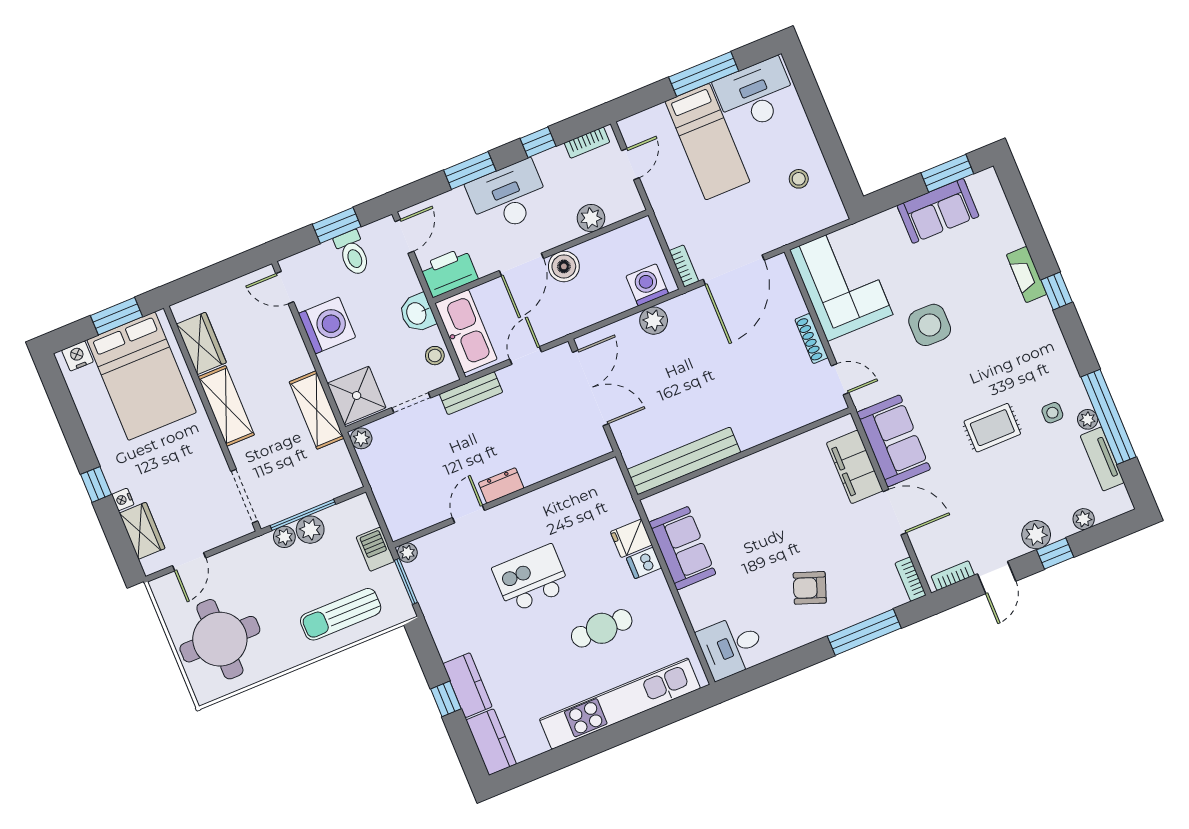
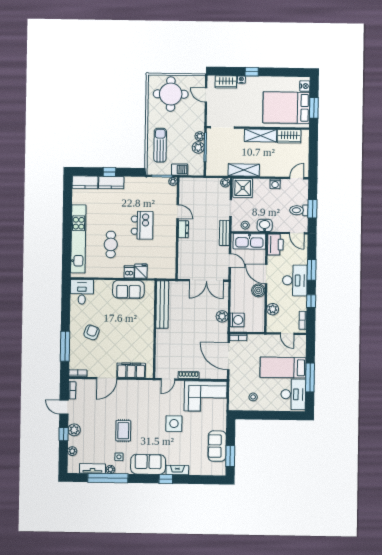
washing machine: (327, 325) -> (275, 184), width x0.53, depth x0.53
sofa: (894, 441) -> (148, 464), moved, turned 180

